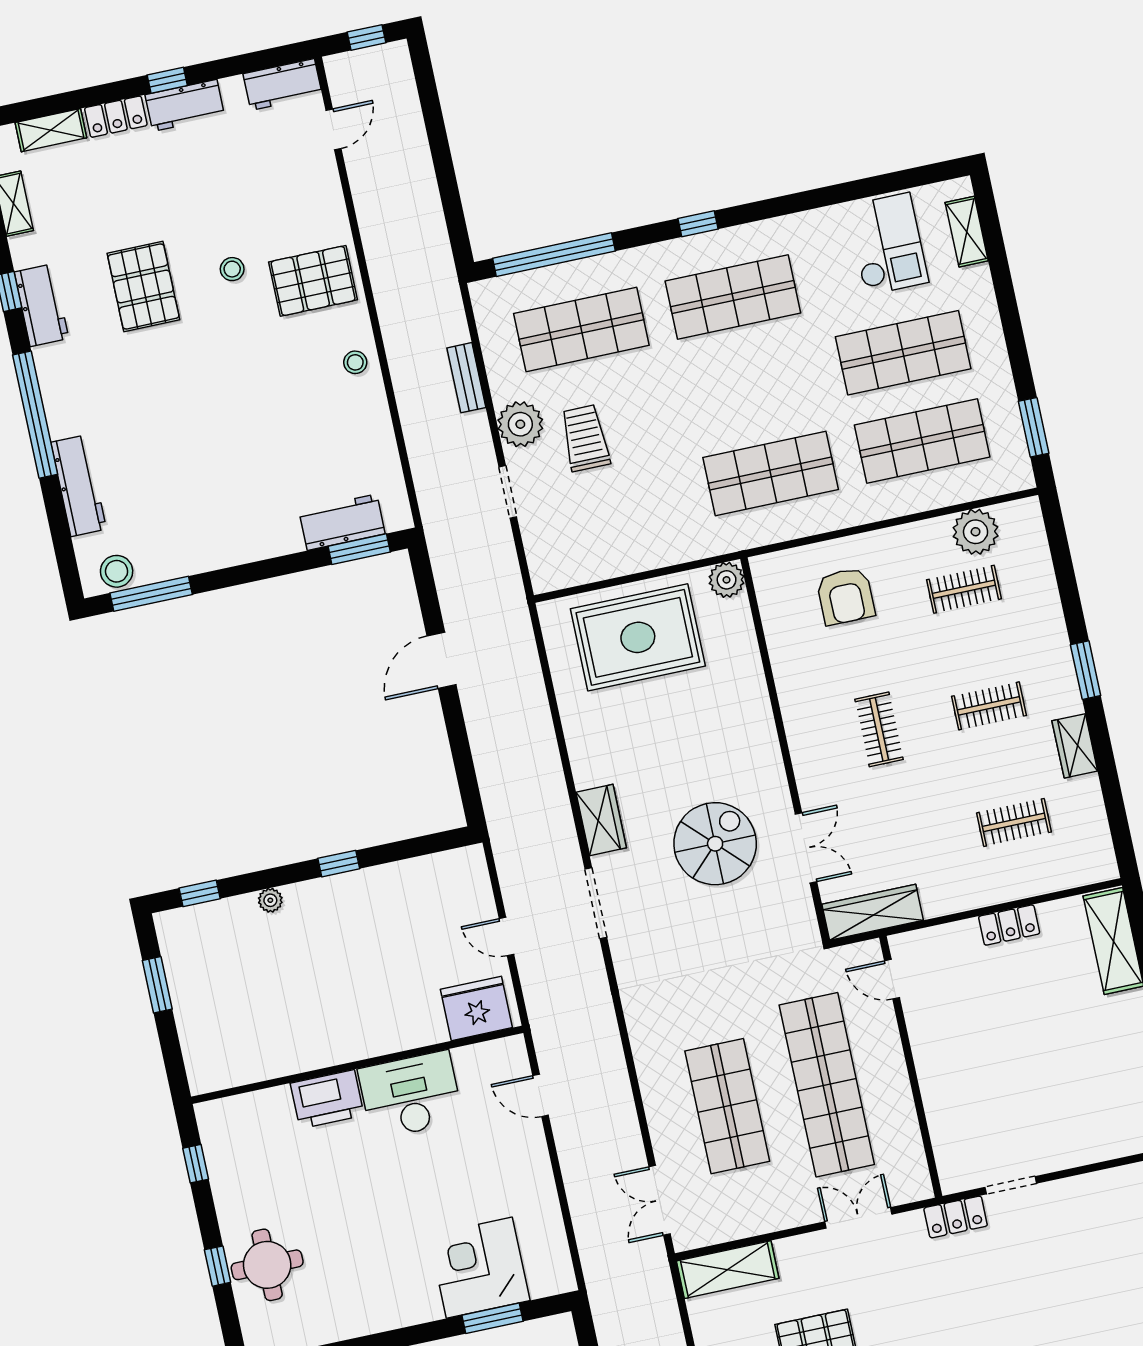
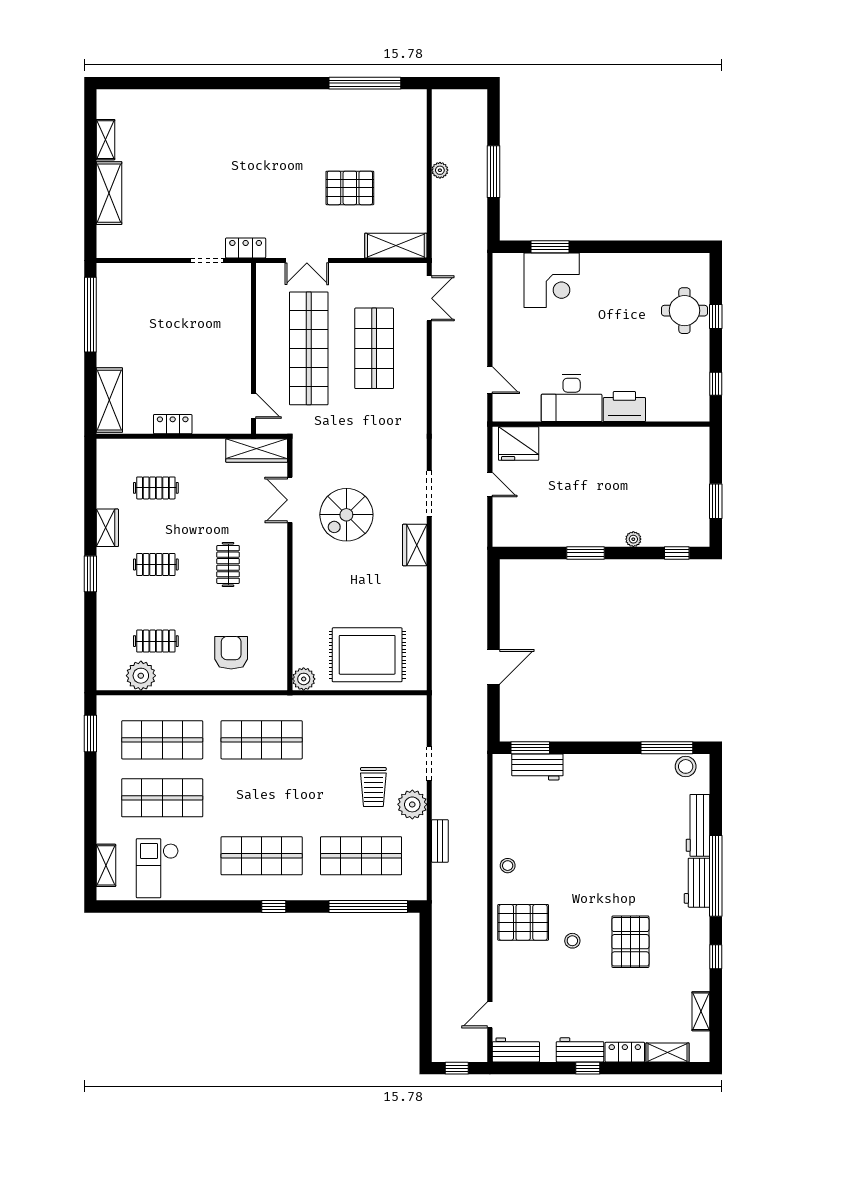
workbench: (41, 305) -> (697, 883), moved
window: (339, 864) -> (585, 553), width x1.50

